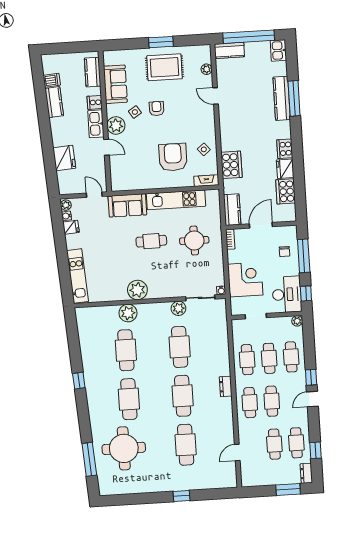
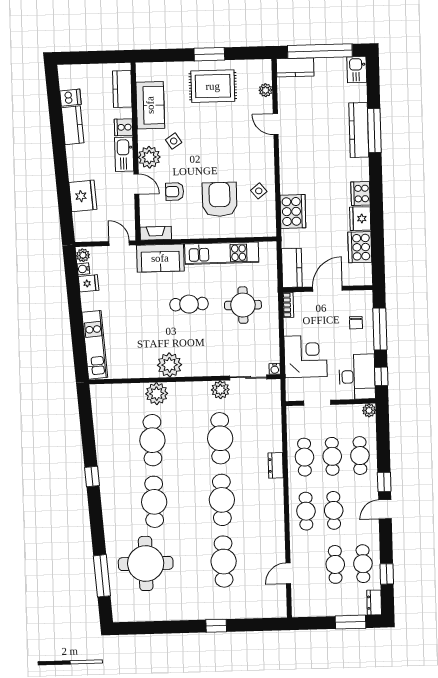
armchair: (157, 109) -> (175, 192), moved, turned -90
fireplace: (206, 181) -> (156, 233), moved
dresser: (226, 386) -> (276, 465), moved

